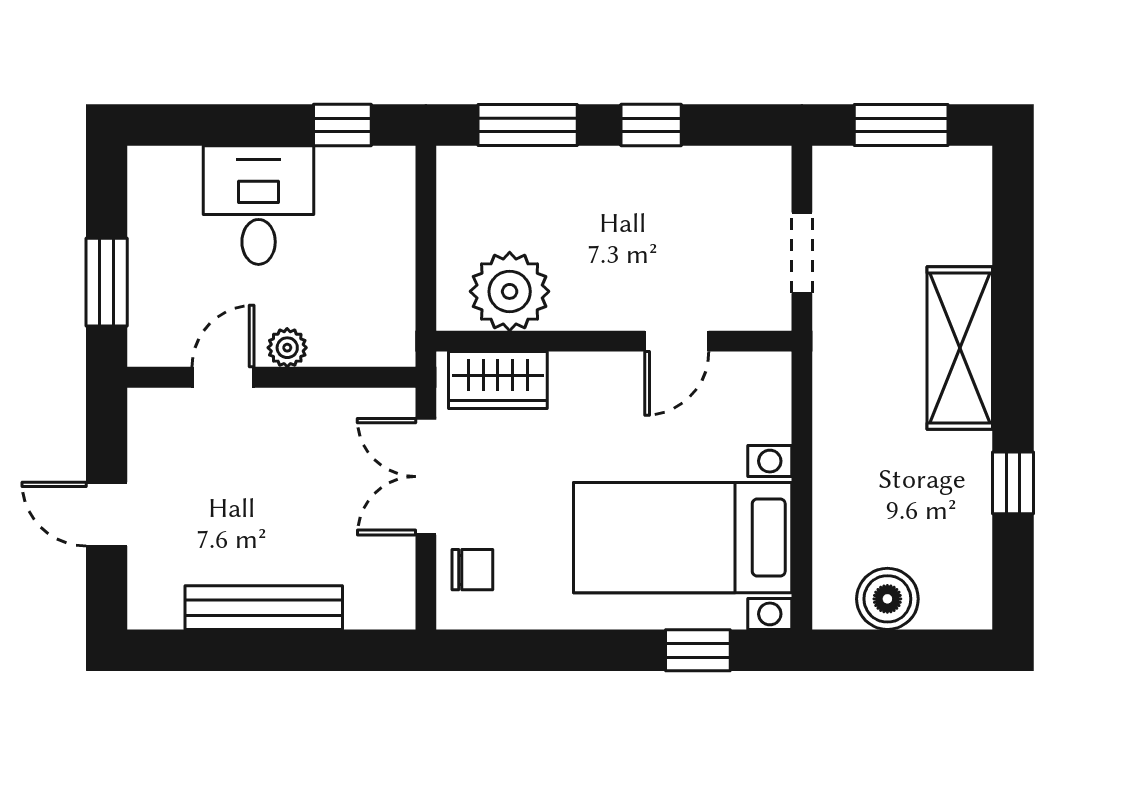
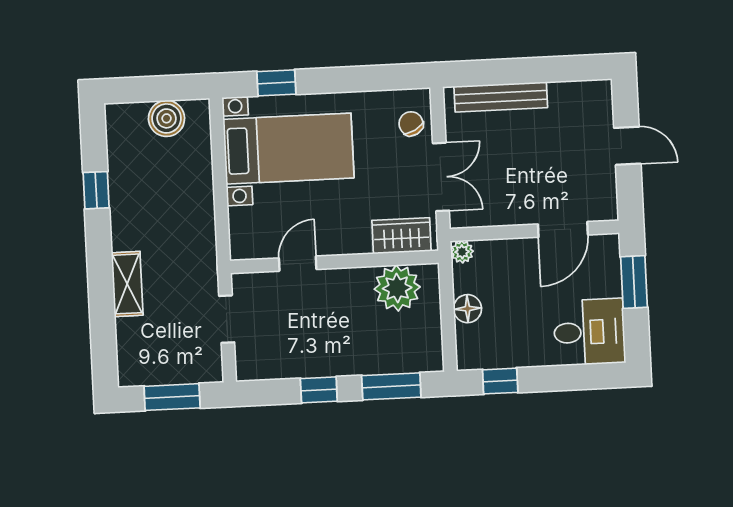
desk: (259, 205) -> (589, 332), moved, turned -90
floor lamp: (392, 251) -> (467, 309), added
plant: (287, 348) -> (462, 252), moved
shelving: (960, 348) -> (127, 284), width x0.67, depth x0.75
door: (223, 377) -> (563, 229), width x1.37
chair: (472, 570) -> (411, 124), turned 61
bench: (264, 608) -> (501, 97), moved

